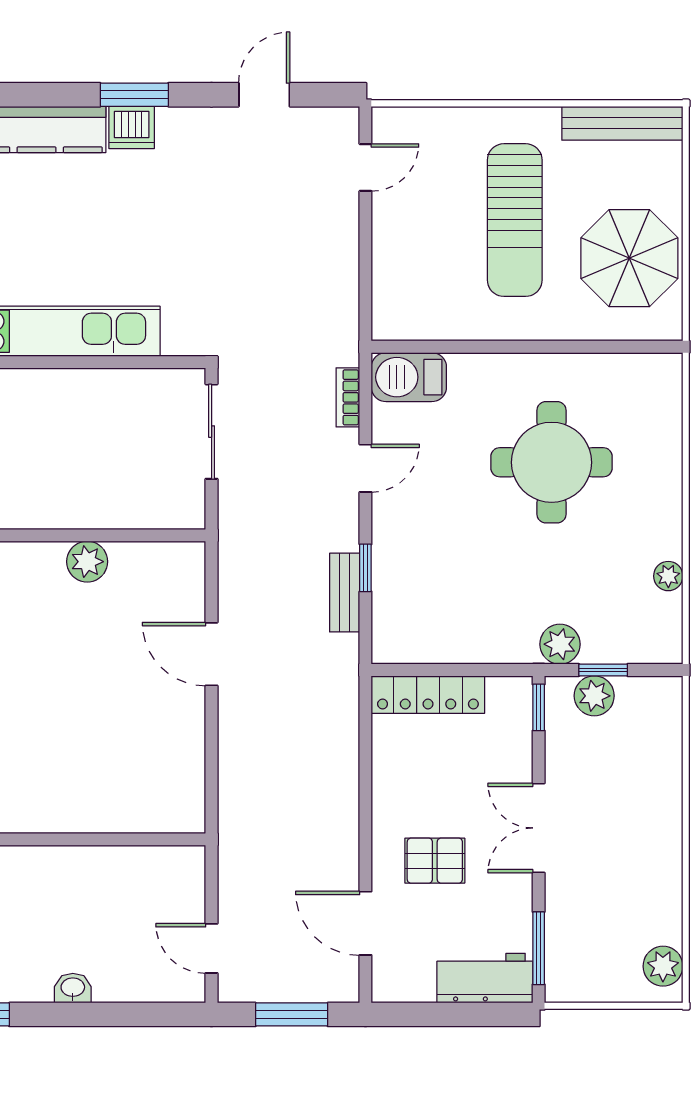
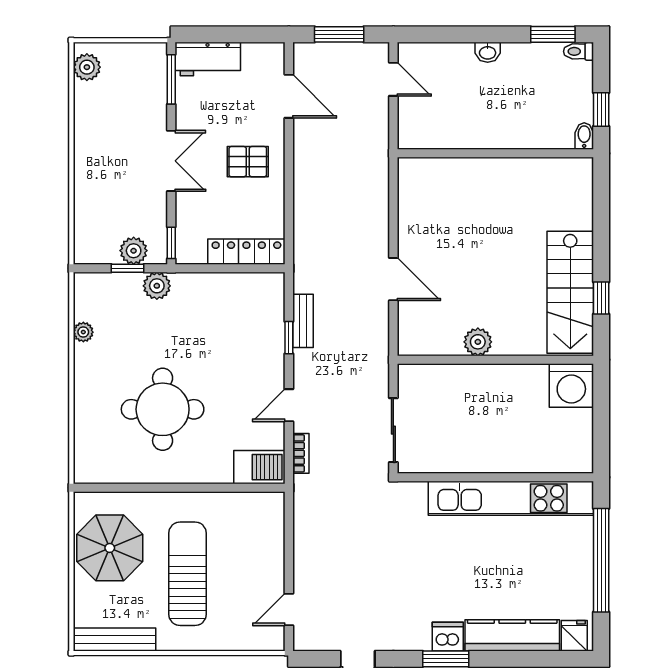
pallet: (435, 861) -> (248, 162), moved

